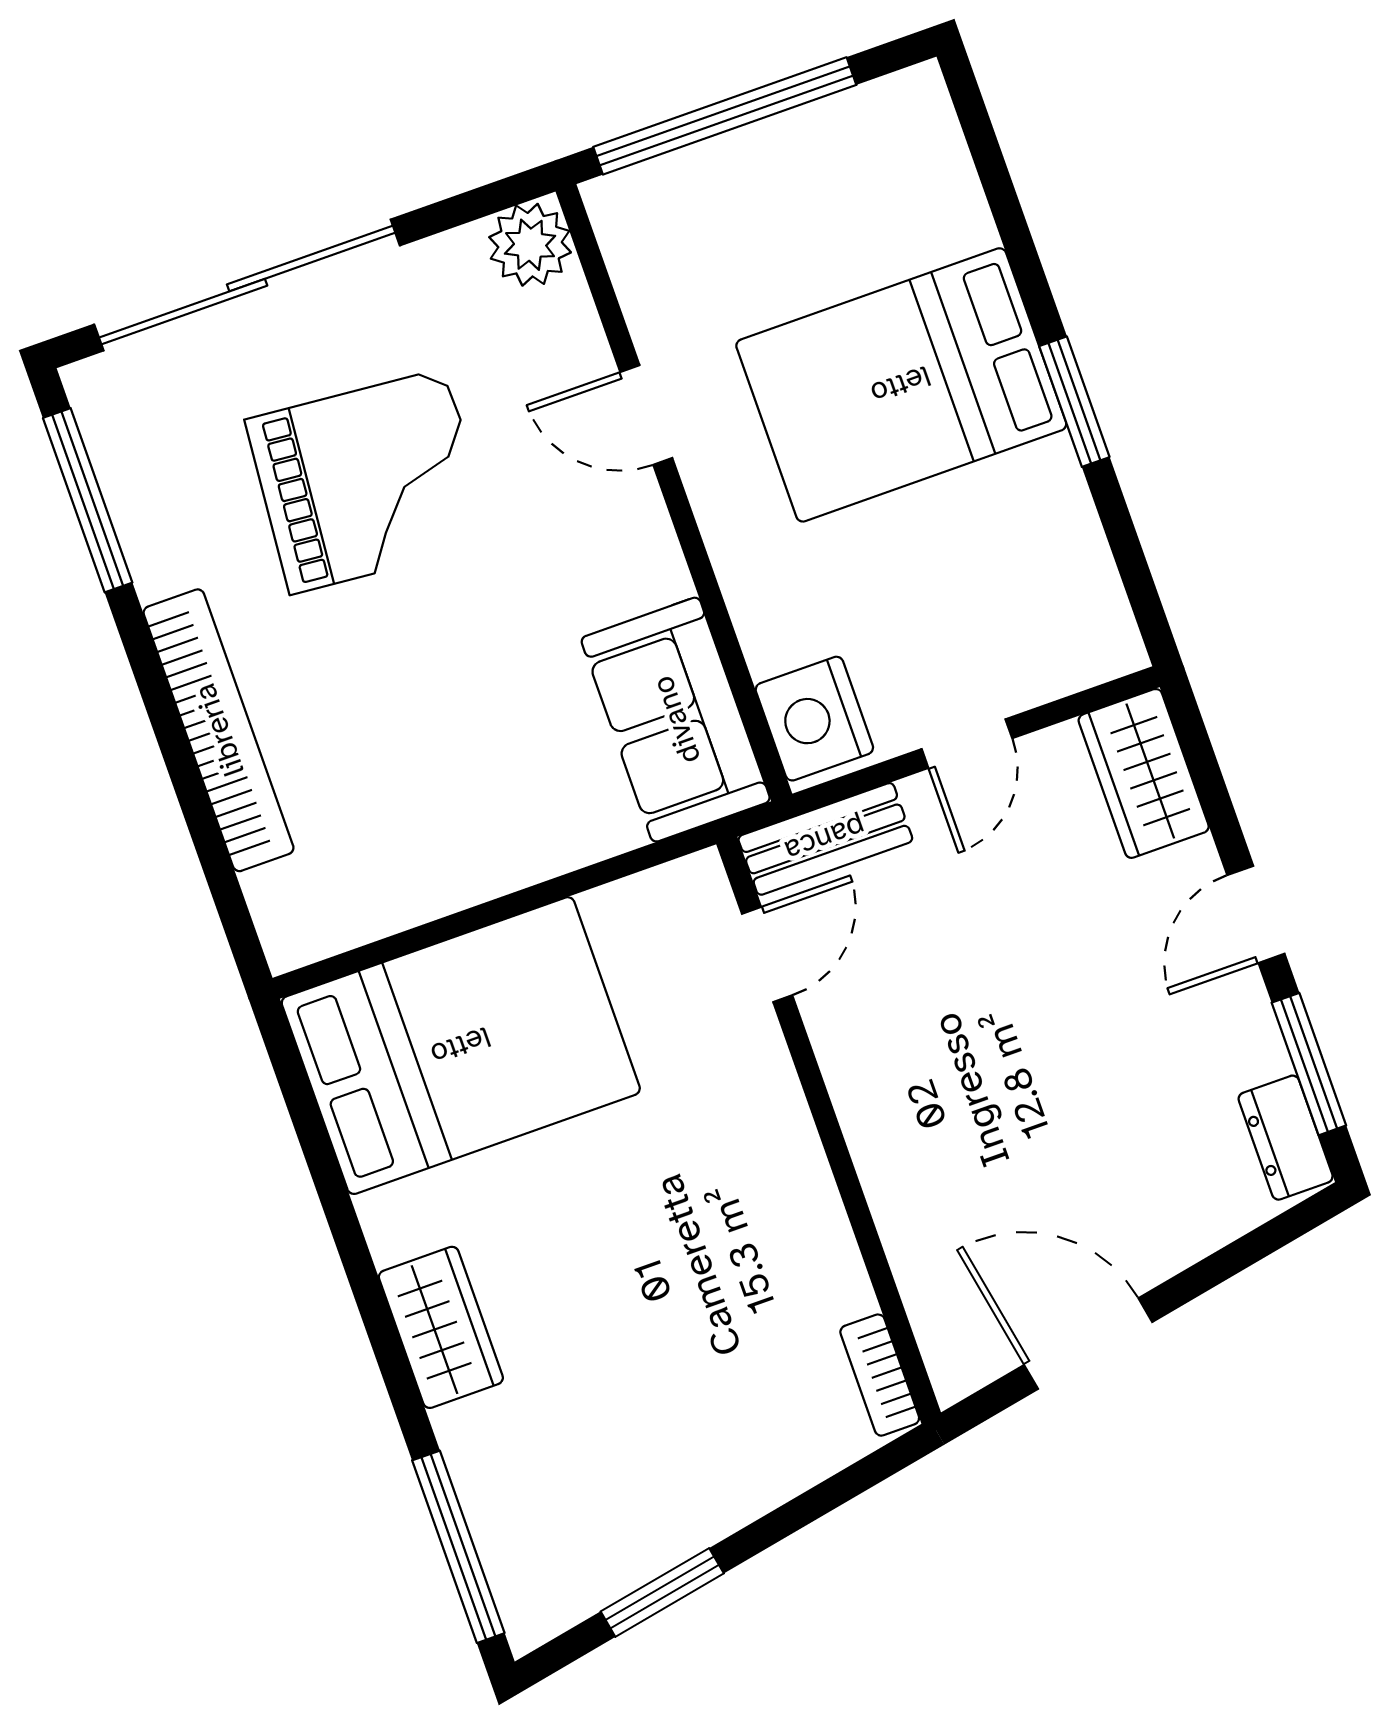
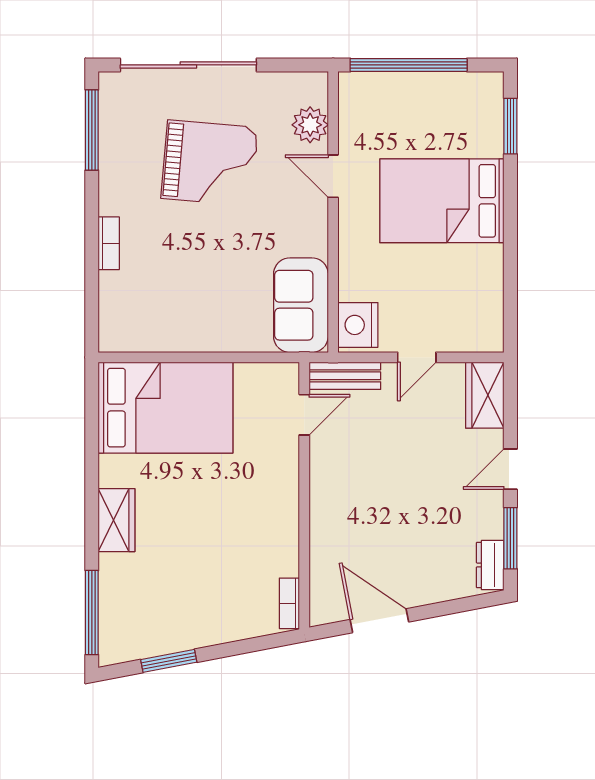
plant: (530, 245) -> (310, 125), moved
window: (1074, 402) -> (510, 126), moved
bookcase: (219, 730) -> (109, 243), width x0.43, depth x0.76

